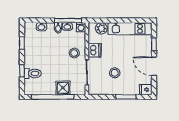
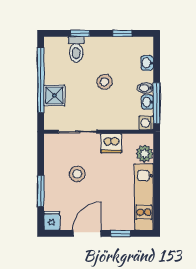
stool: (74, 53) -> (104, 82), moved

